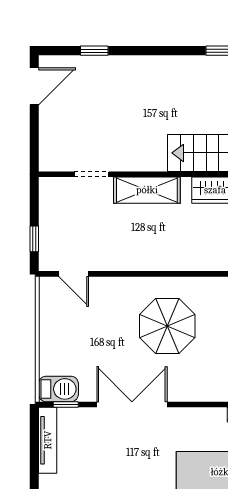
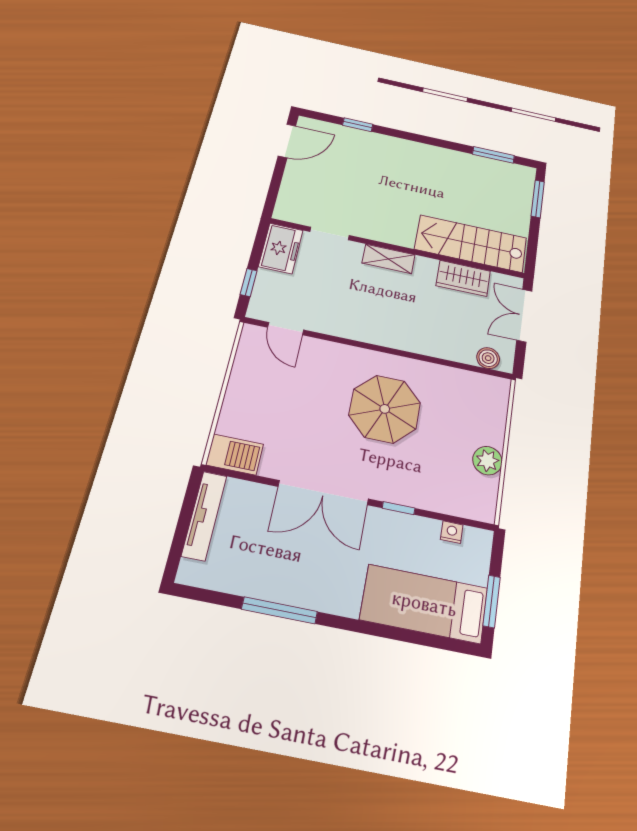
shelving: (147, 190) -> (388, 259), width x0.67, depth x0.75
freezer: (53, 200) -> (281, 248), added
window: (66, 405) -> (399, 508), moved
double door: (132, 405) -> (323, 493), swing flipped

